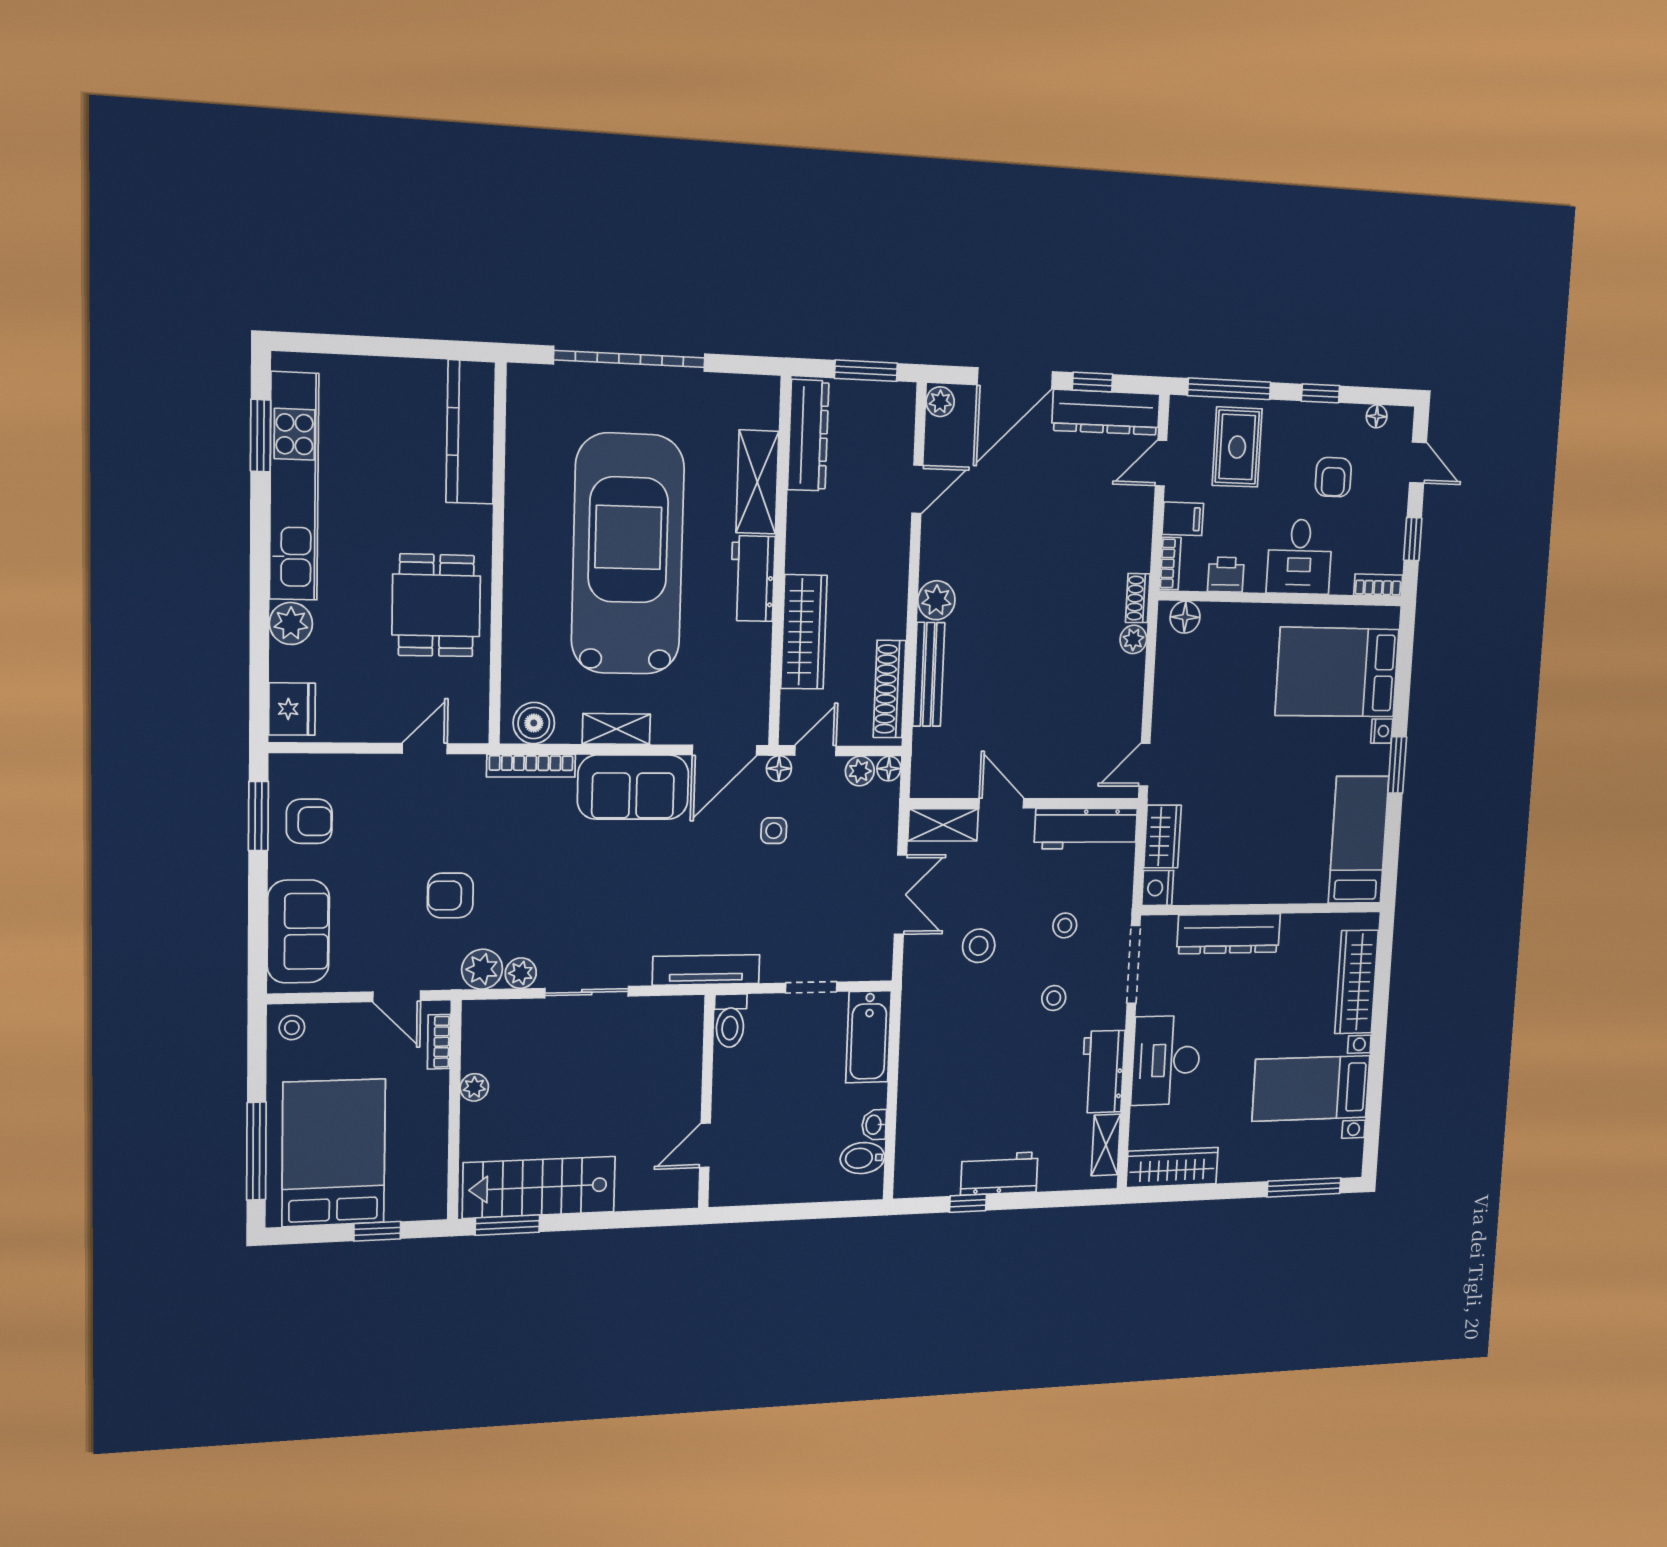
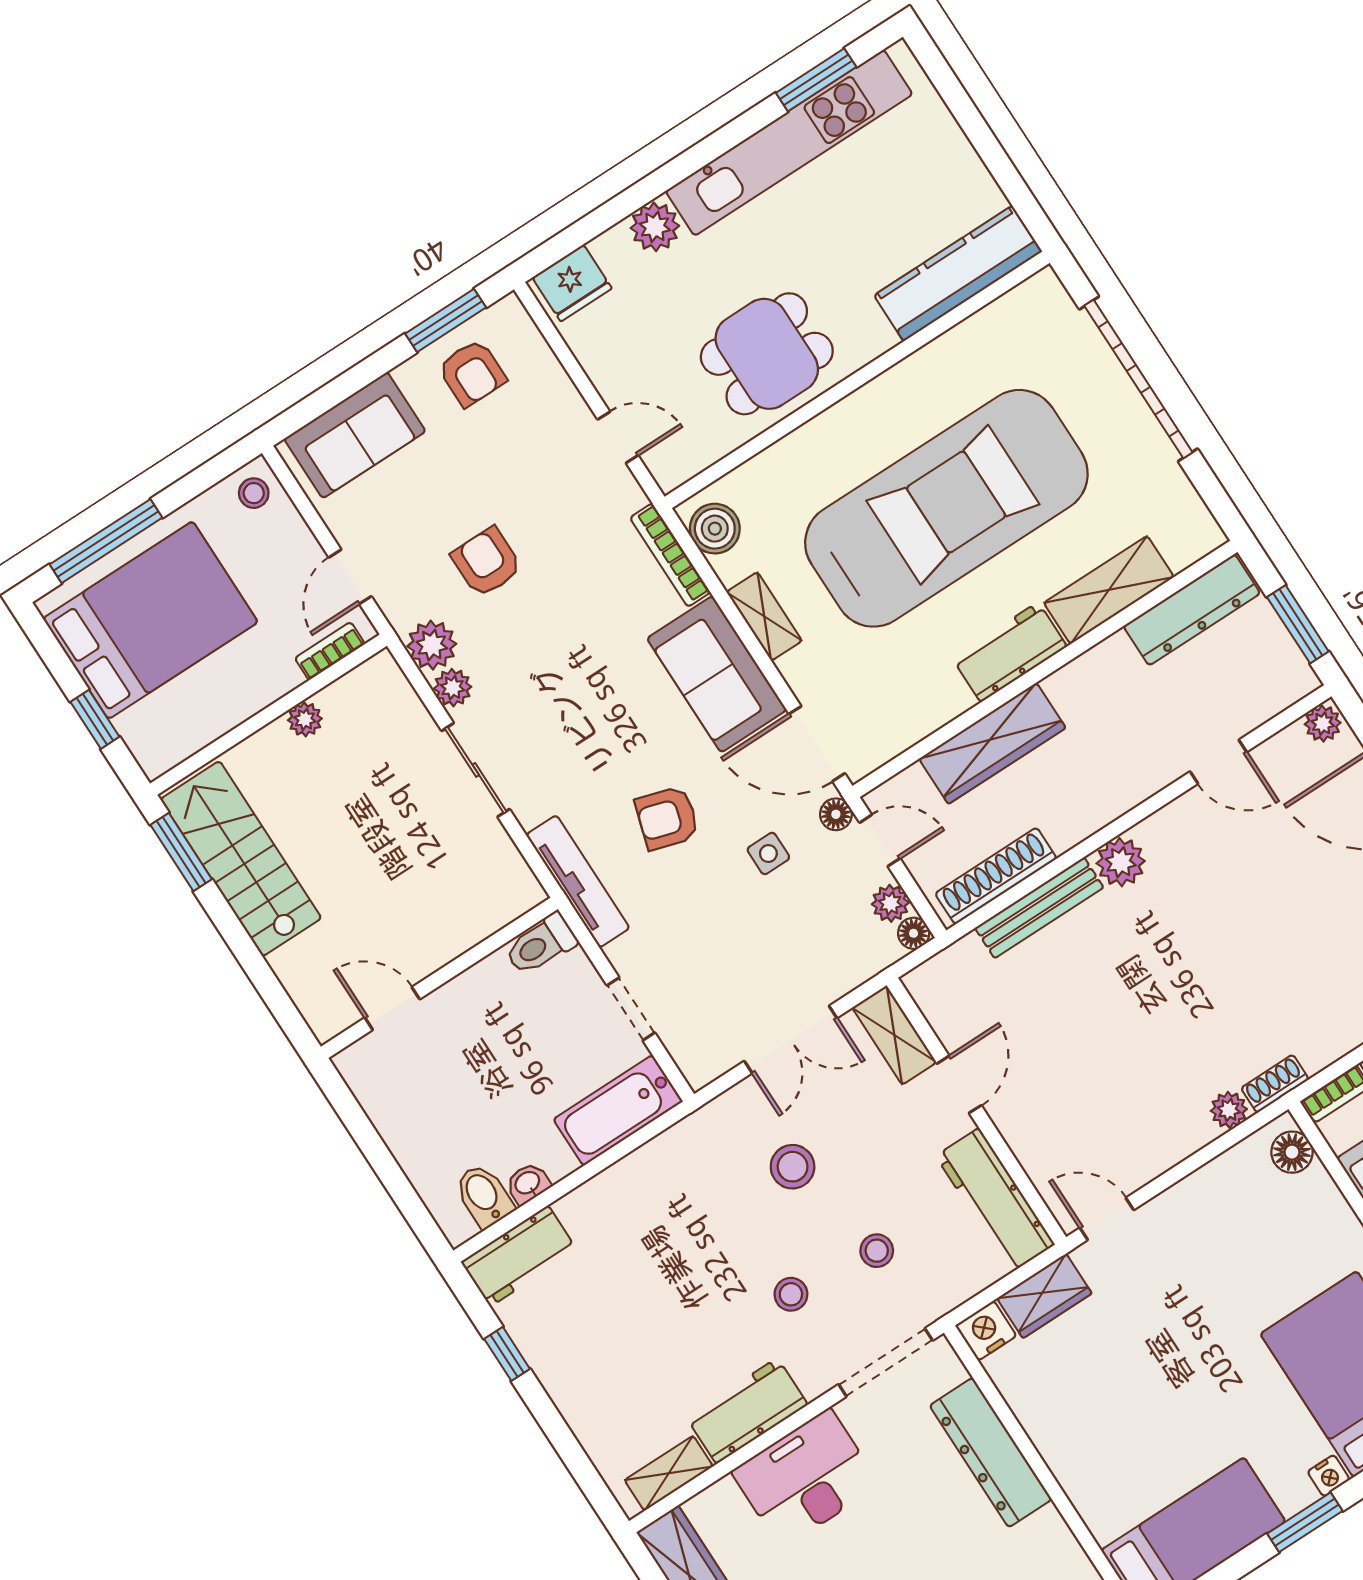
armchair: (705, 883) -> (667, 818), added
workbench: (999, 1174) -> (519, 1256), moved, turned 90

